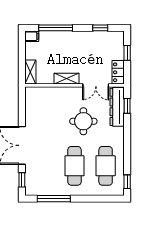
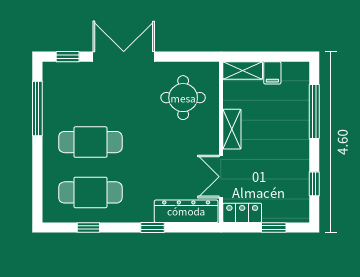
filing cabinet: (32, 36) -> (272, 73), moved
window: (127, 106) -> (153, 227), moved
round table: (83, 121) -> (183, 98), moved
window: (127, 182) -> (88, 227), moved

